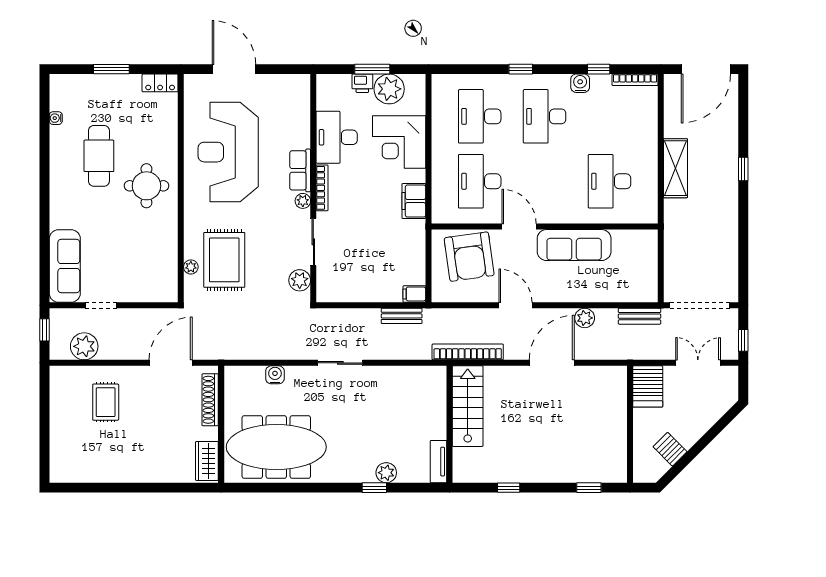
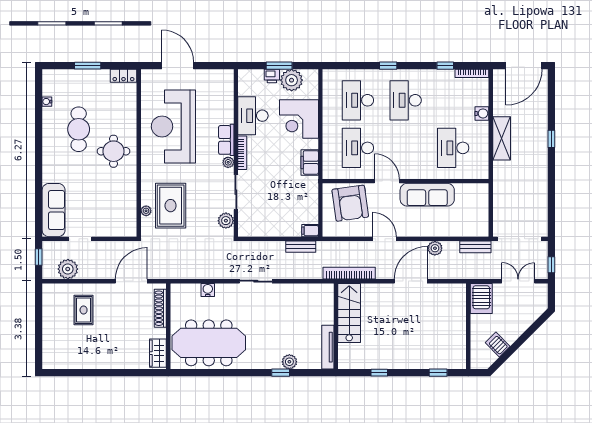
water cooler: (580, 83) -> (482, 113), moved, turned 90
tv unit: (439, 462) -> (328, 347), width x1.41

